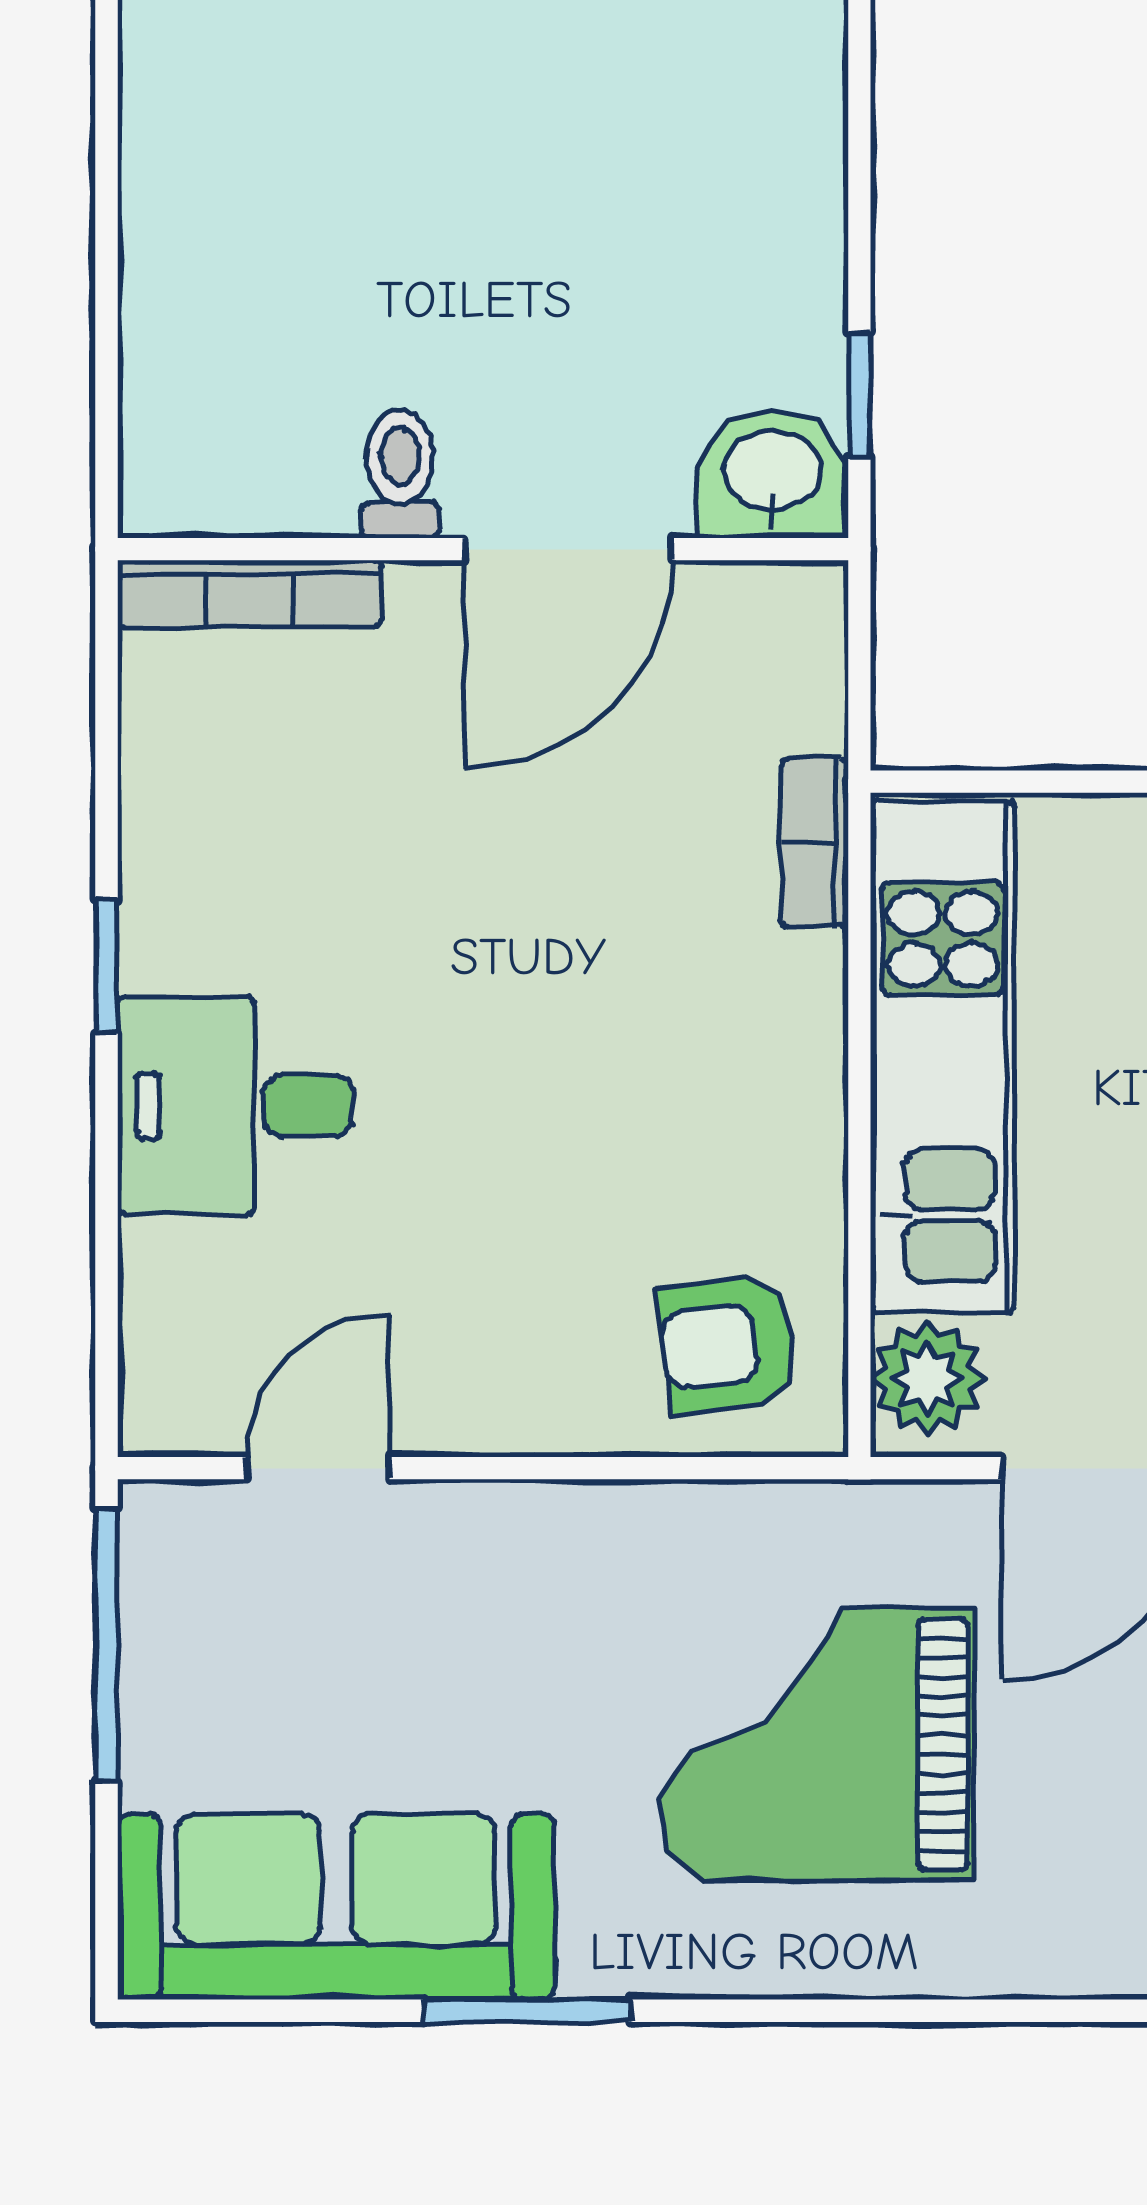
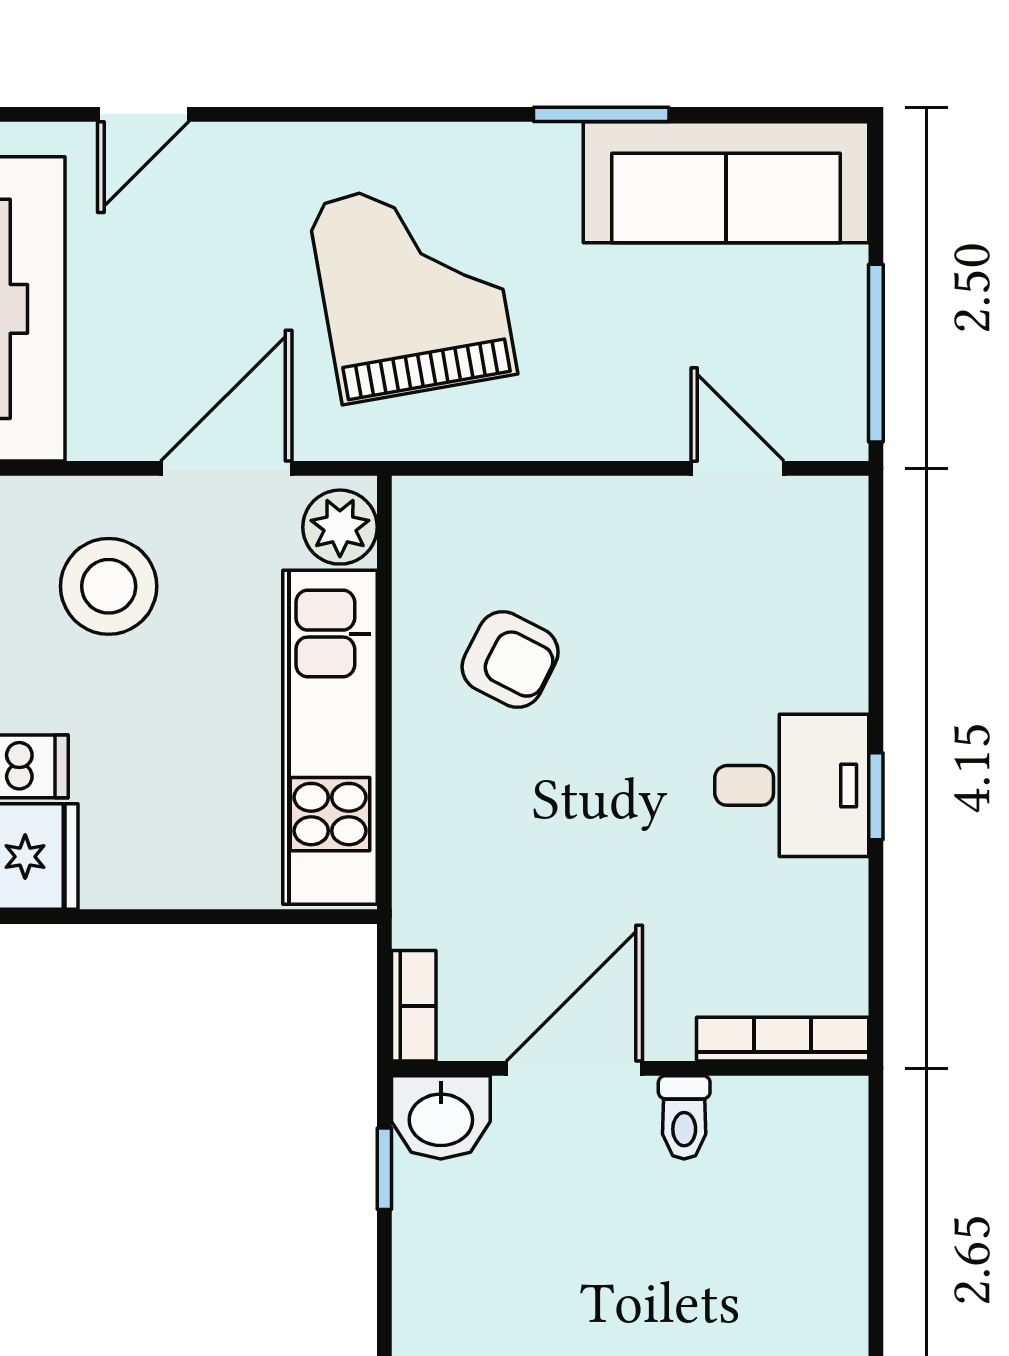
bookcase: (814, 843) -> (414, 1006), moved
desk: (235, 1106) -> (792, 785), moved
armchair: (727, 1345) -> (510, 659), moved, turned 34
door: (318, 1468) -> (738, 468), swing flipped
grand piano: (817, 1744) -> (412, 288), turned -100

